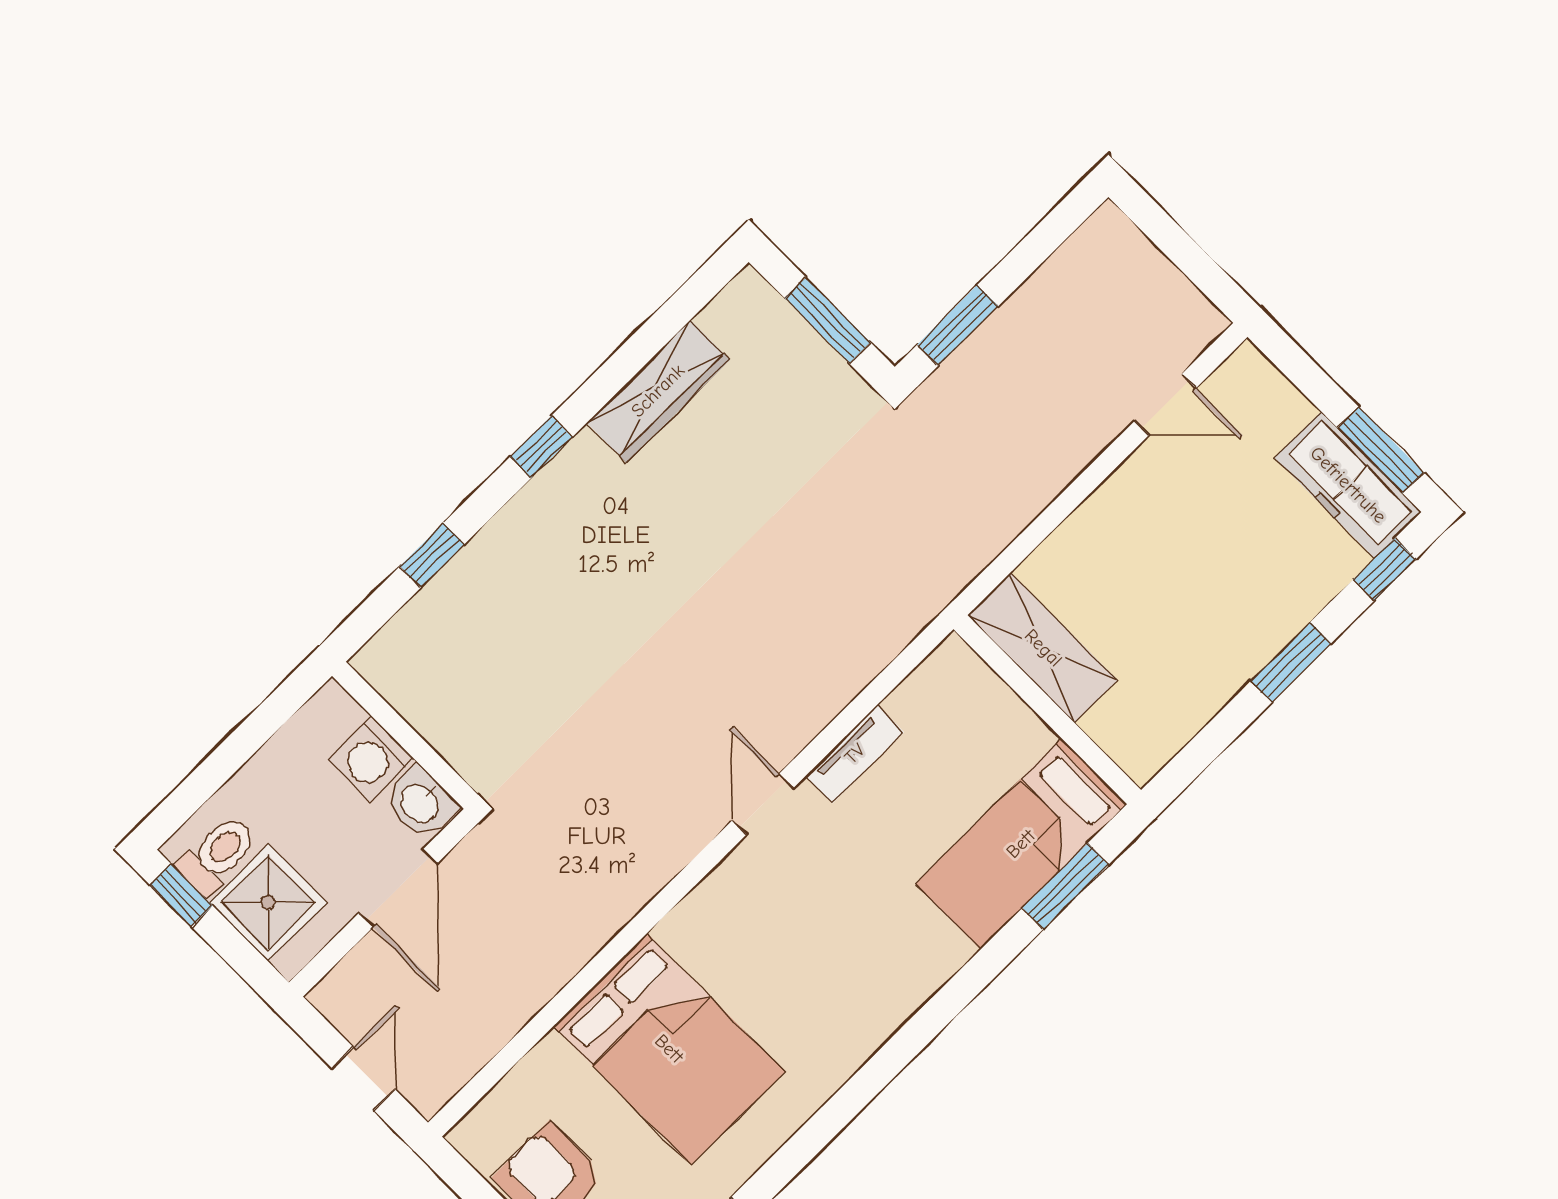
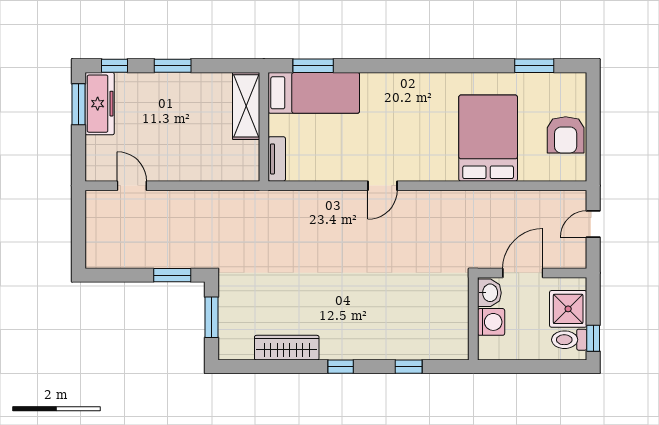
shelving: (1043, 648) -> (246, 106), moved
tv unit: (855, 754) -> (277, 159), moved, turned 90

